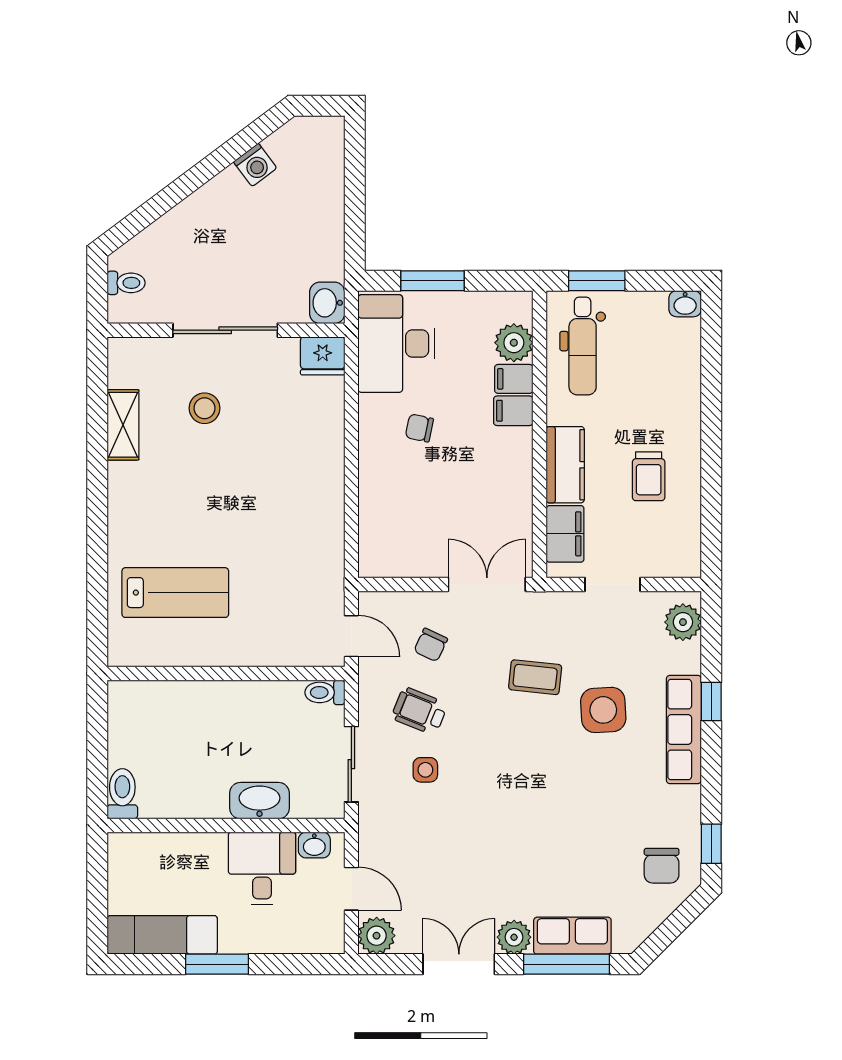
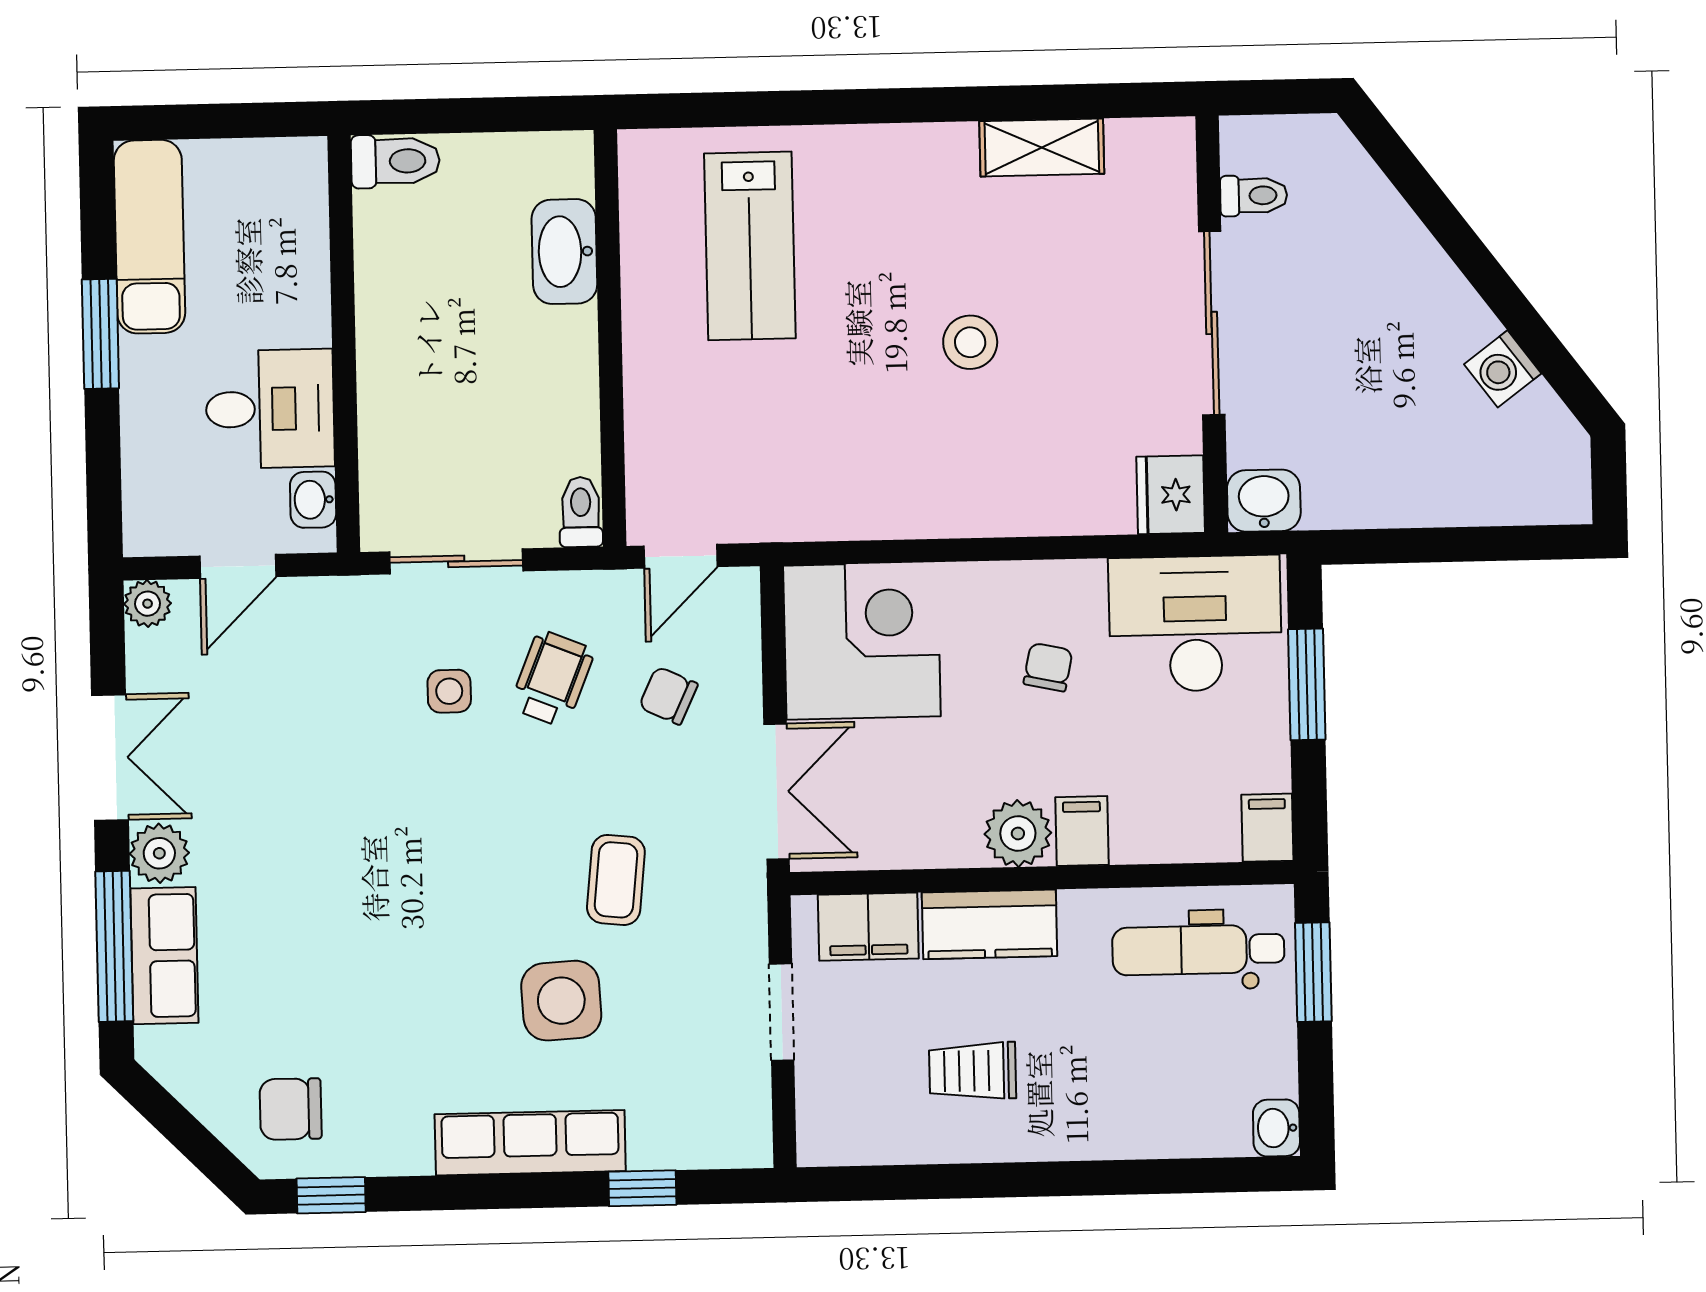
toilet: (126, 283) -> (1254, 196), moved, turned -90
plant: (514, 343) -> (1018, 833), moved
filing cabinet: (514, 379) -> (1267, 828), moved
stool: (204, 408) -> (970, 342), moved
corner desk: (402, 534) -> (862, 641), added
plant: (683, 622) -> (718, 1137), removed
window: (711, 701) -> (642, 1188), moved
washbasin: (259, 801) -> (564, 252), moved, turned 180
plant: (377, 936) -> (148, 604), width x0.73, depth x0.73

